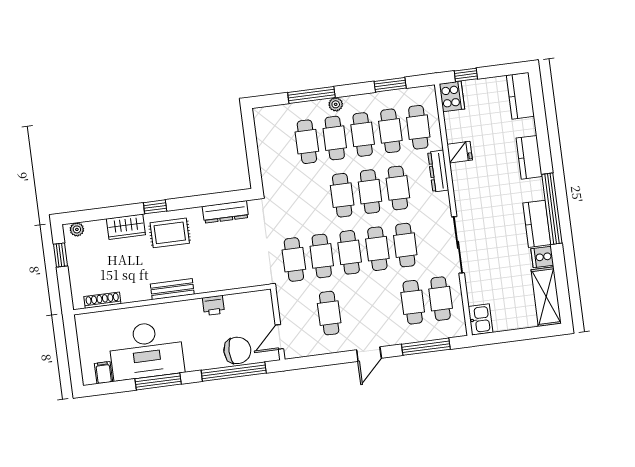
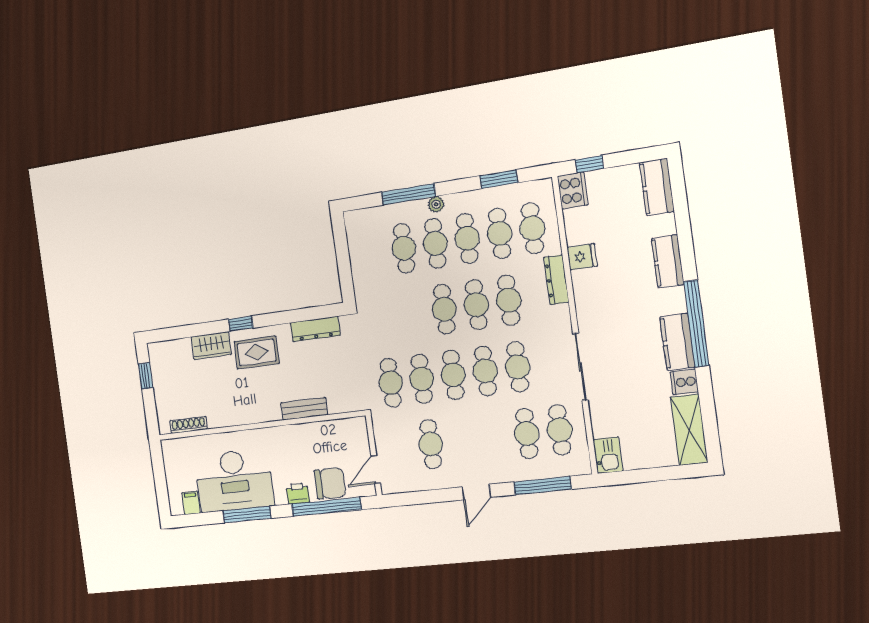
plant: (77, 229) -> (162, 348), removed
bench: (172, 289) -> (304, 409), moved
printer: (213, 305) -> (298, 493), moved, turned 180

